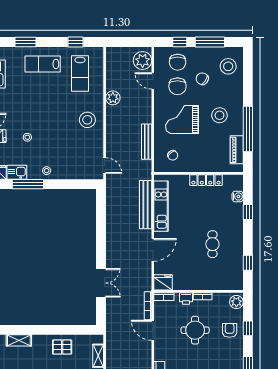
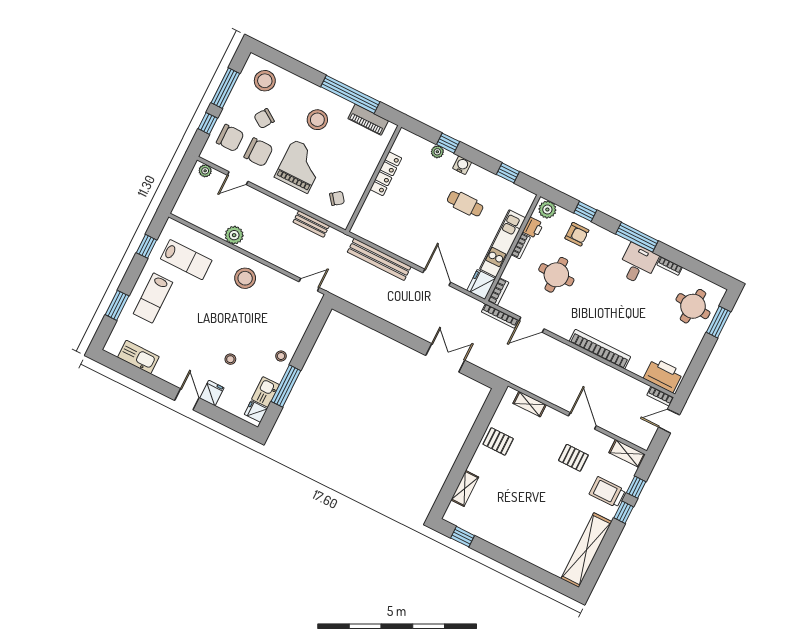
plant: (143, 61) -> (205, 171), width x0.53, depth x0.53
grand piano: (182, 119) -> (300, 166), turned 180
bench: (147, 142) -> (311, 224), width x0.73
water cooler: (238, 196) -> (462, 165), moved
kitchen unit: (161, 206) -> (503, 243), moved, turned -90
plant: (238, 208) -> (437, 152), added
printer: (186, 298) -> (533, 228), moved
armchair: (230, 330) -> (577, 234), turned 180
pallet: (62, 347) -> (498, 441), turned 90

